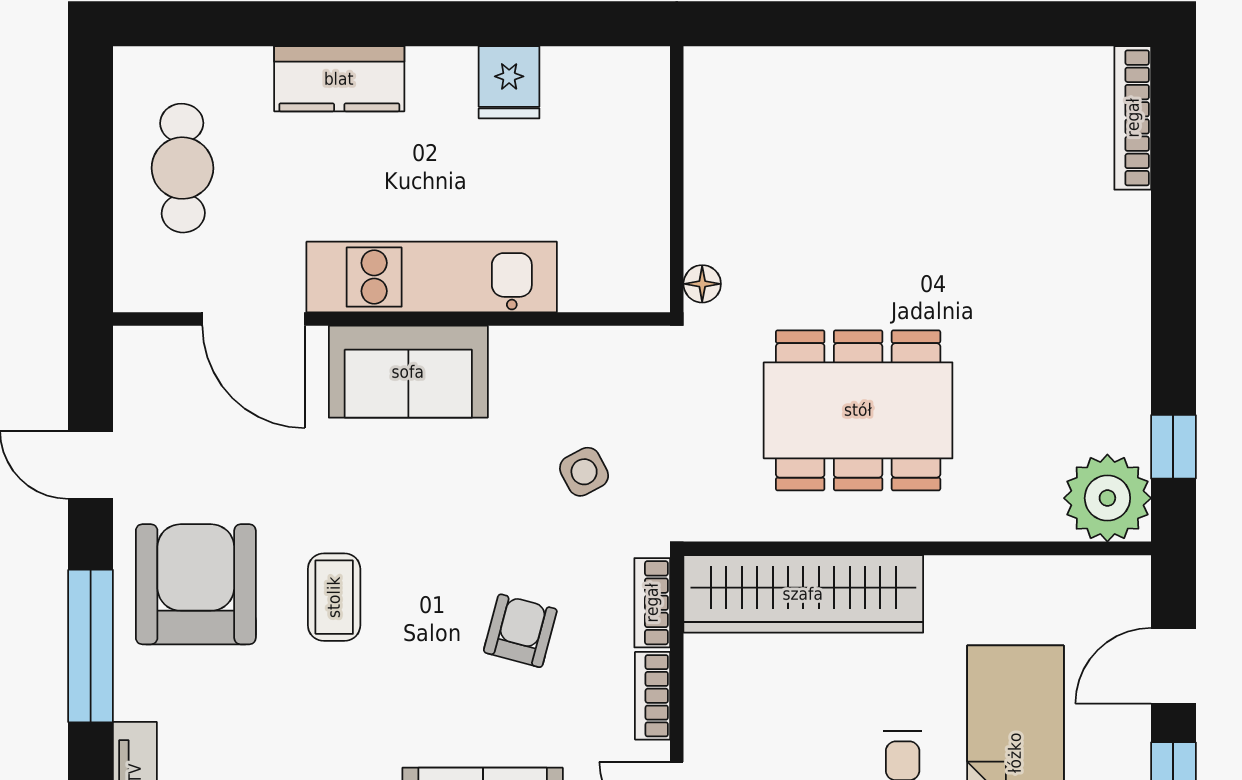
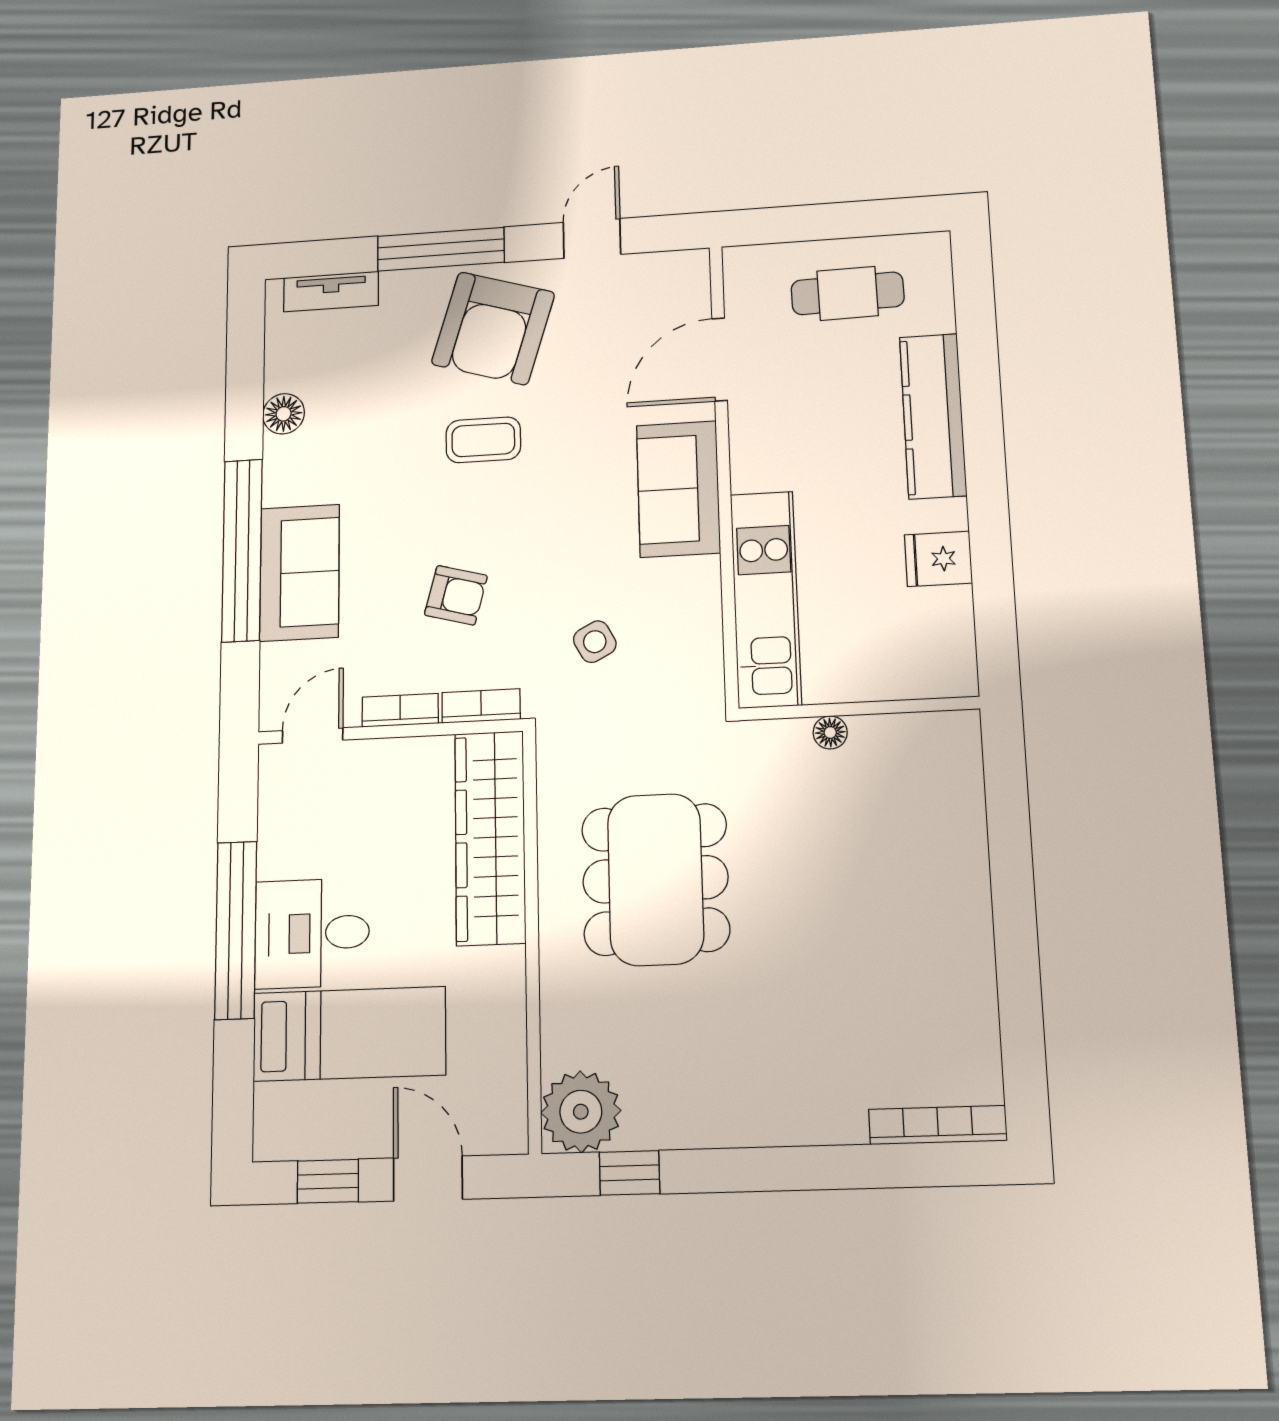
kitchen counter: (339, 79) -> (933, 416), width x1.50
kitchen unit: (432, 277) -> (766, 599), moved
floor lamp: (702, 284) -> (830, 732), moved
armchair: (196, 584) -> (493, 328), turned 107

